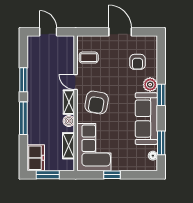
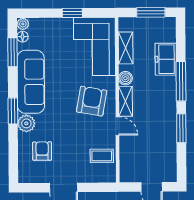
freezer: (36, 158) -> (166, 59), moved
plant: (152, 166) -> (23, 24), added

